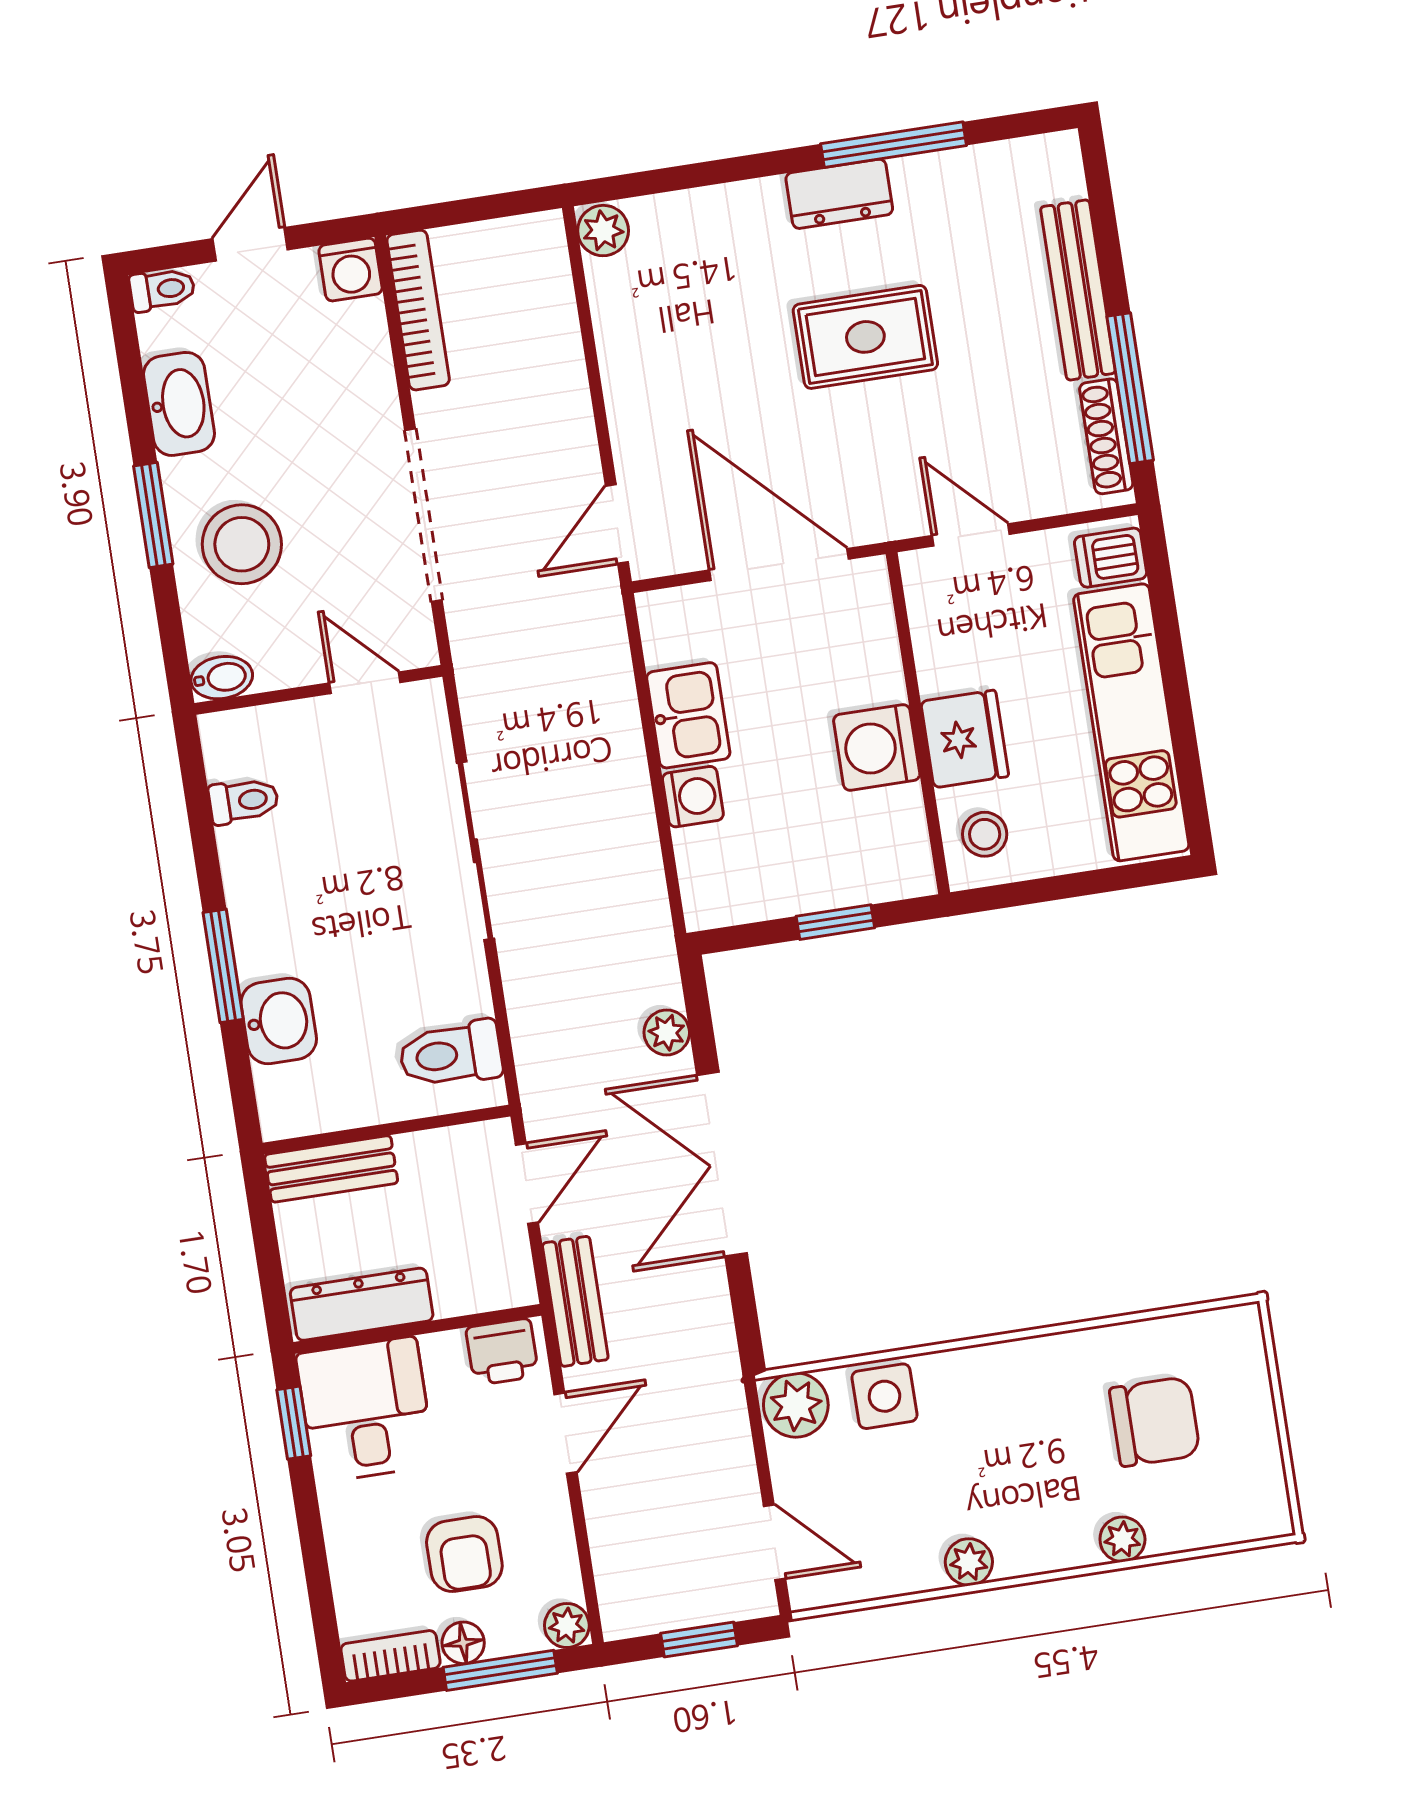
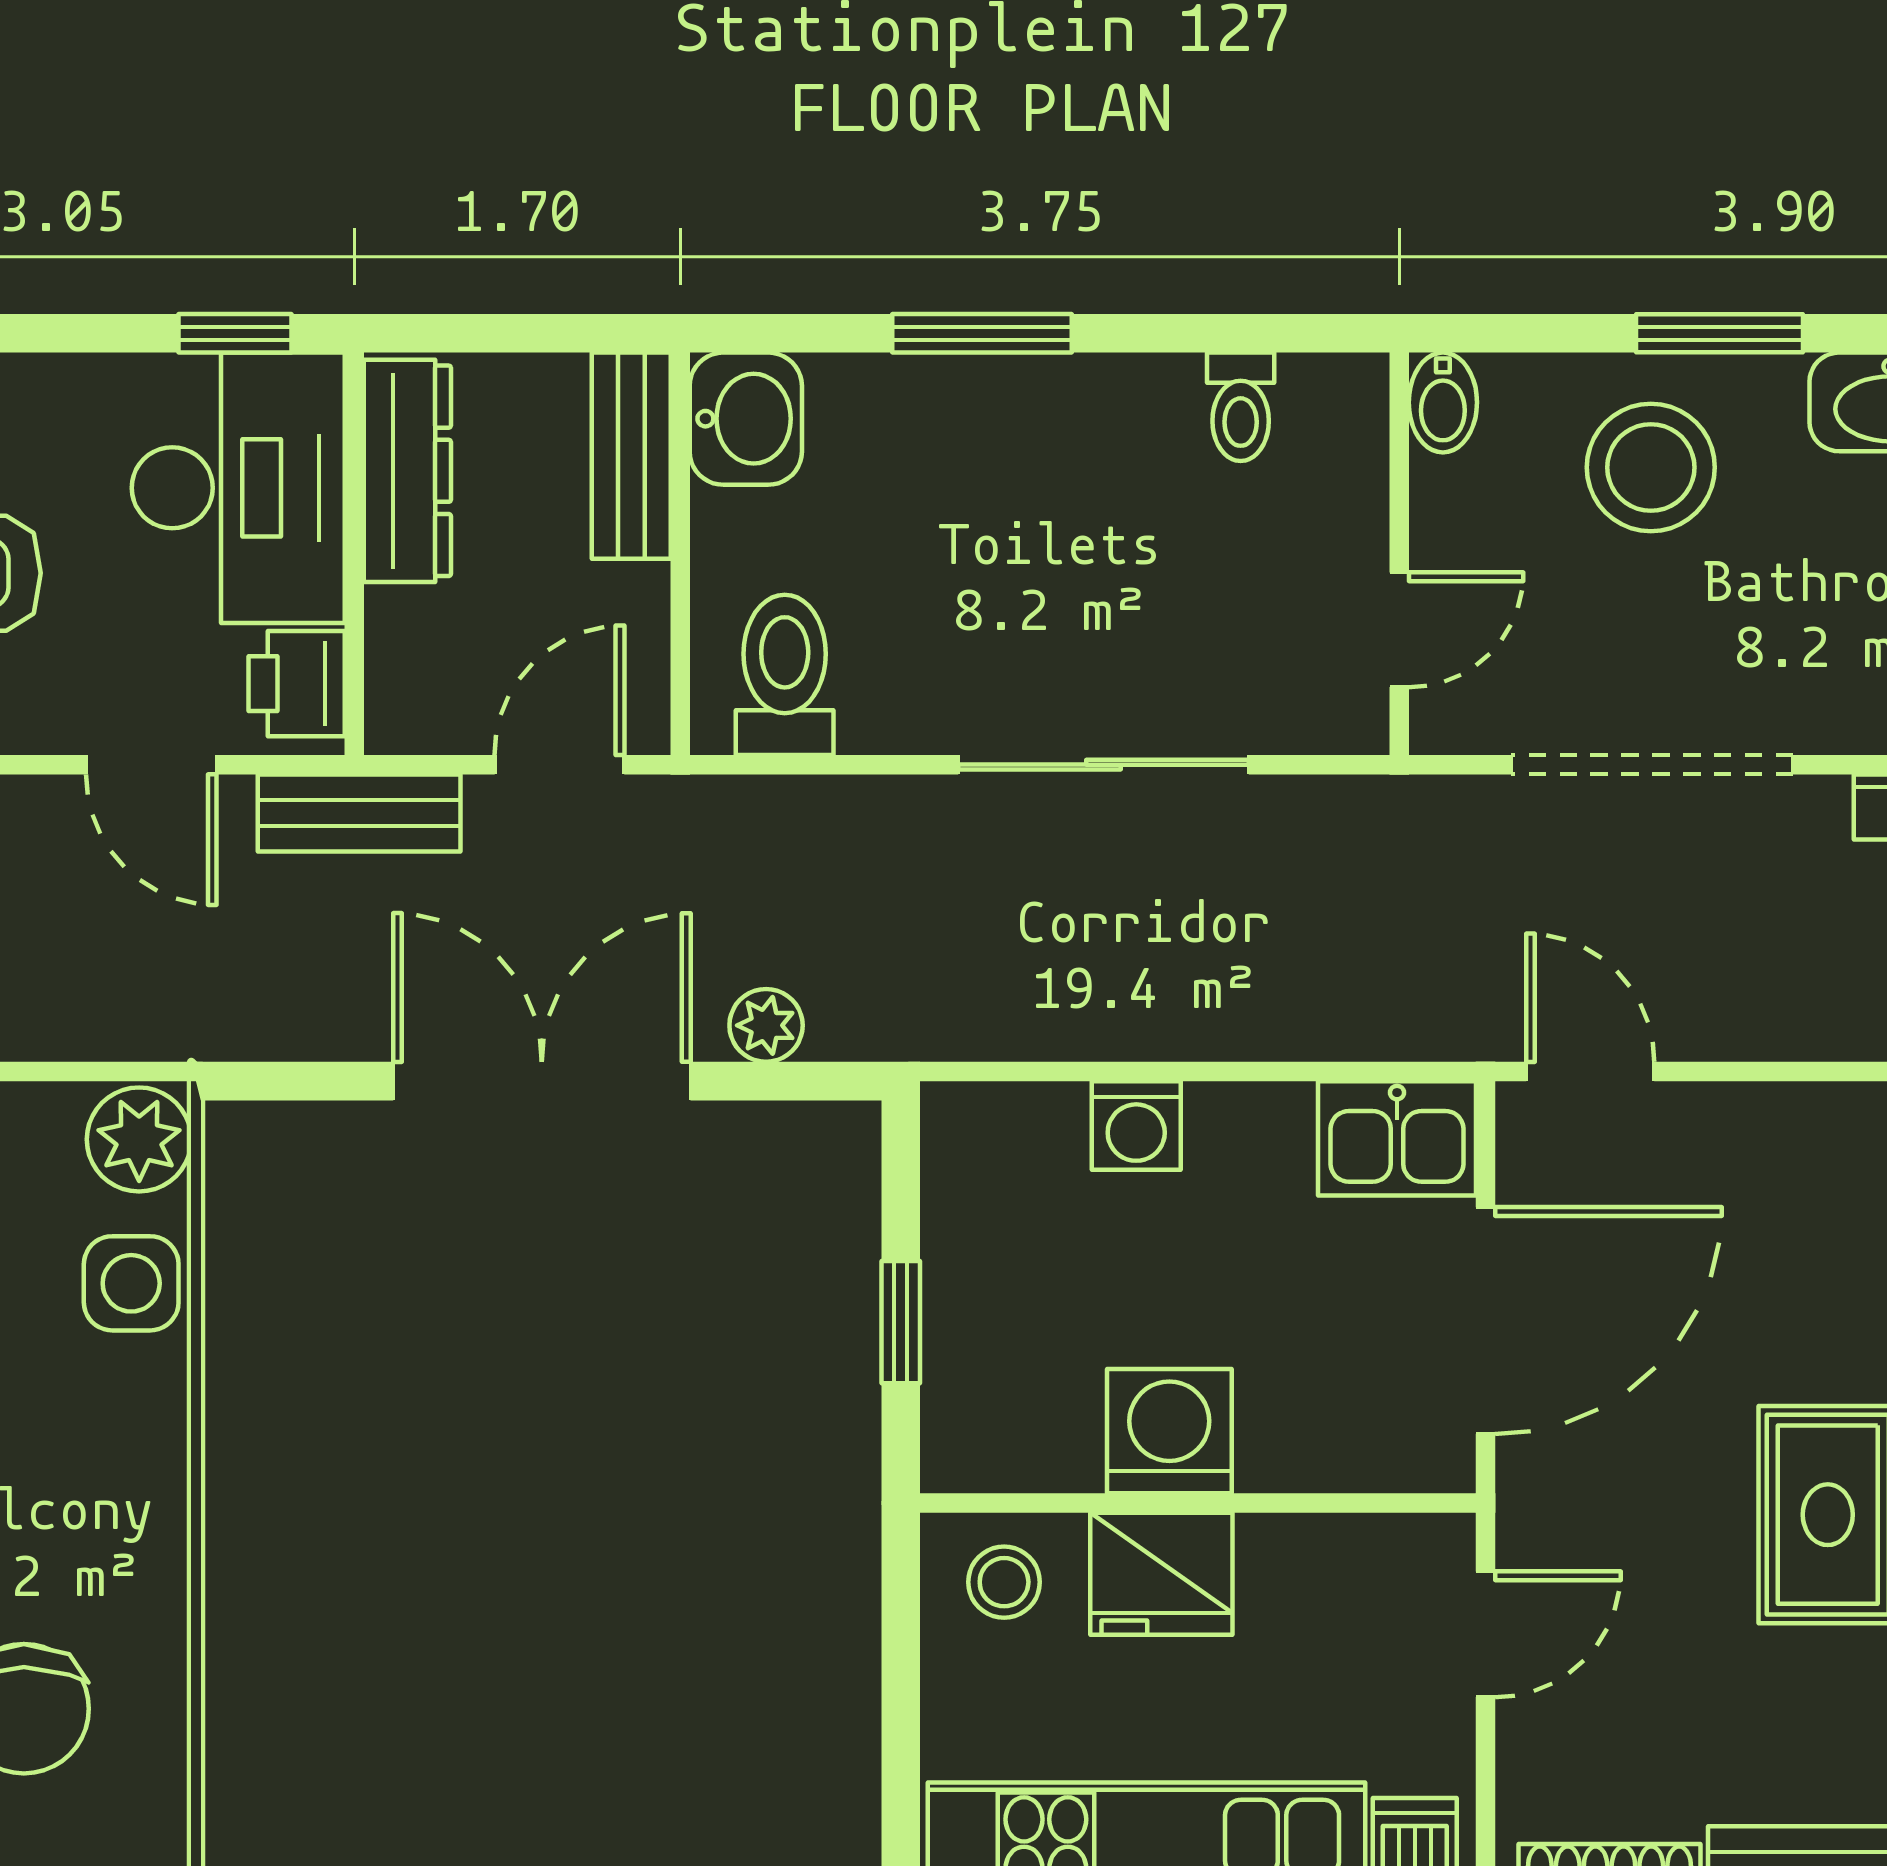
kitchen sink: (688, 715) -> (1397, 1138), moved
washbasin: (279, 1021) -> (746, 419), moved, turned -90
door: (527, 1183) -> (559, 765), swing flipped
desk: (366, 1410) -> (238, 488), width x1.37

